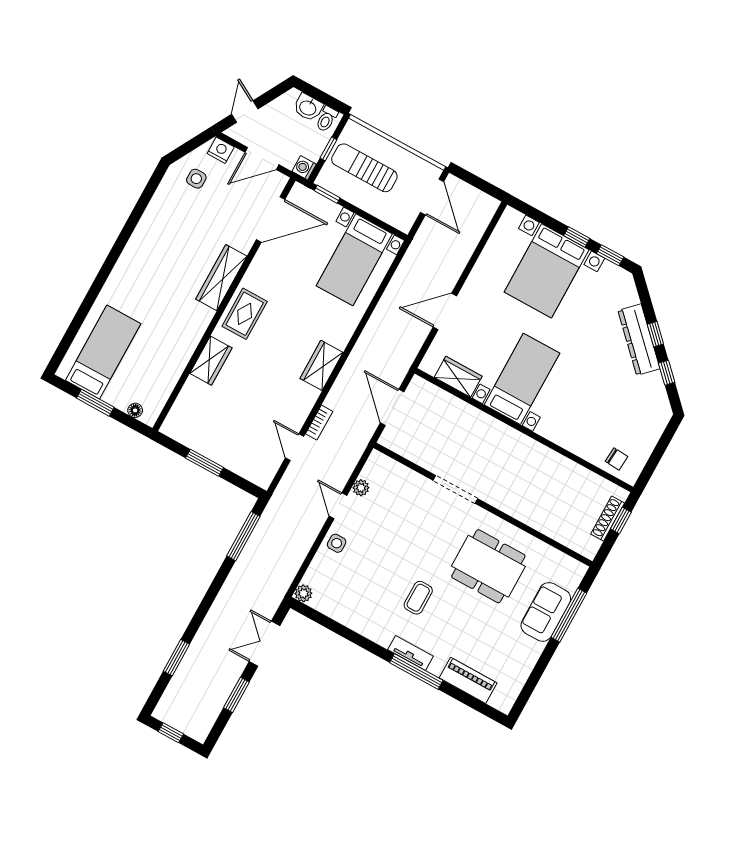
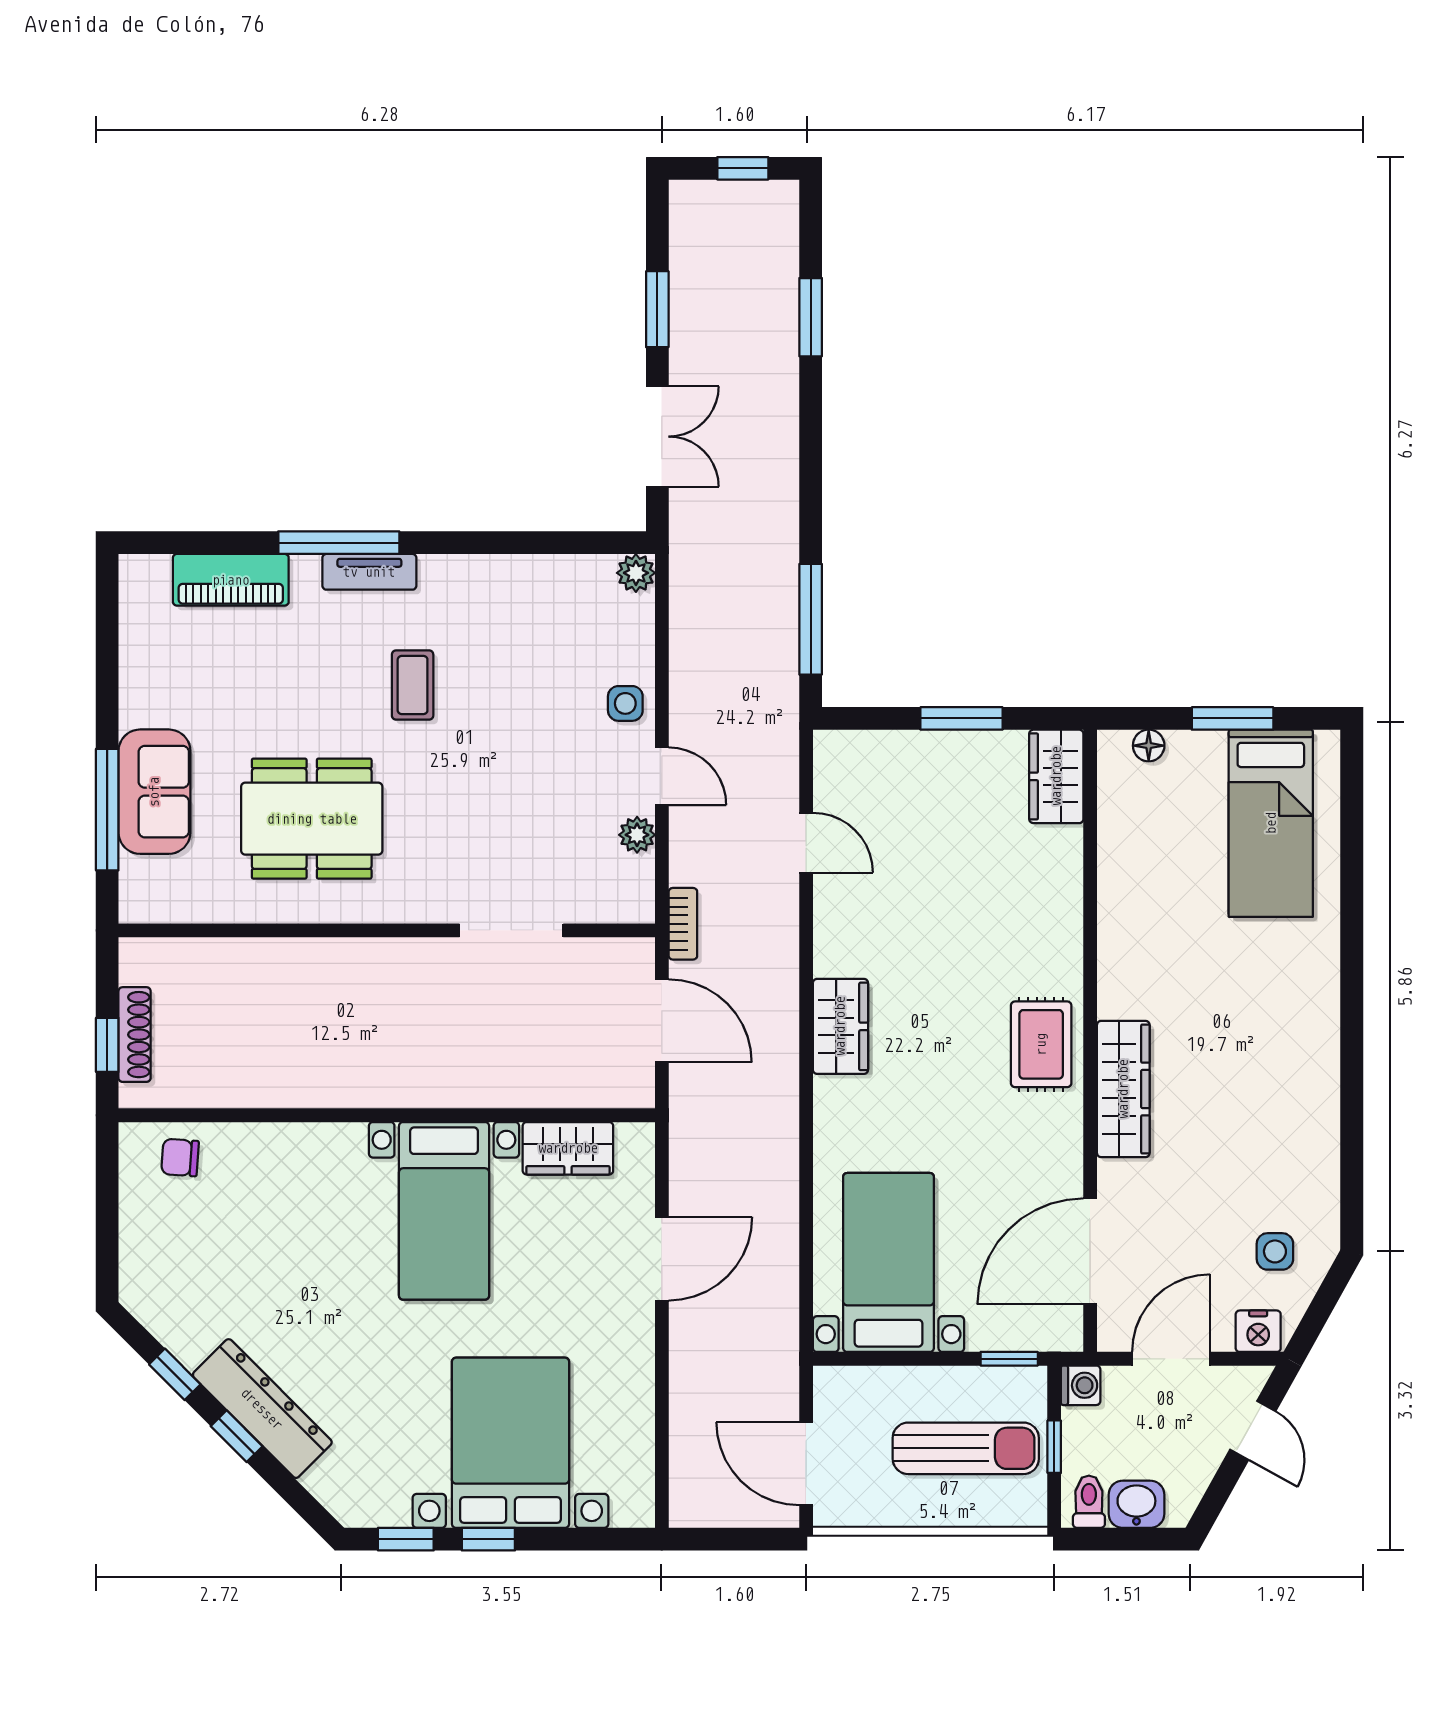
wardrobe: (211, 361) -> (1056, 776), moved
bookcase: (319, 423) -> (683, 924), moved, turned 180
doorway: (455, 489) -> (511, 930), moved

